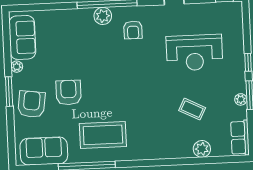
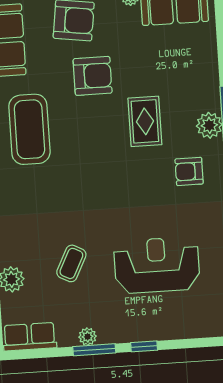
reception desk: (194, 53) -> (157, 265), turned 90
rug: (99, 58) -> (145, 121), added

